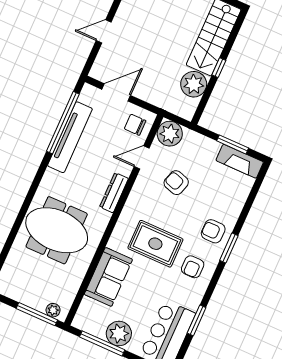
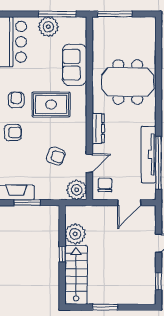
chair: (135, 125) -> (105, 185), turned -90
plant: (53, 310) -> (104, 22), removed

